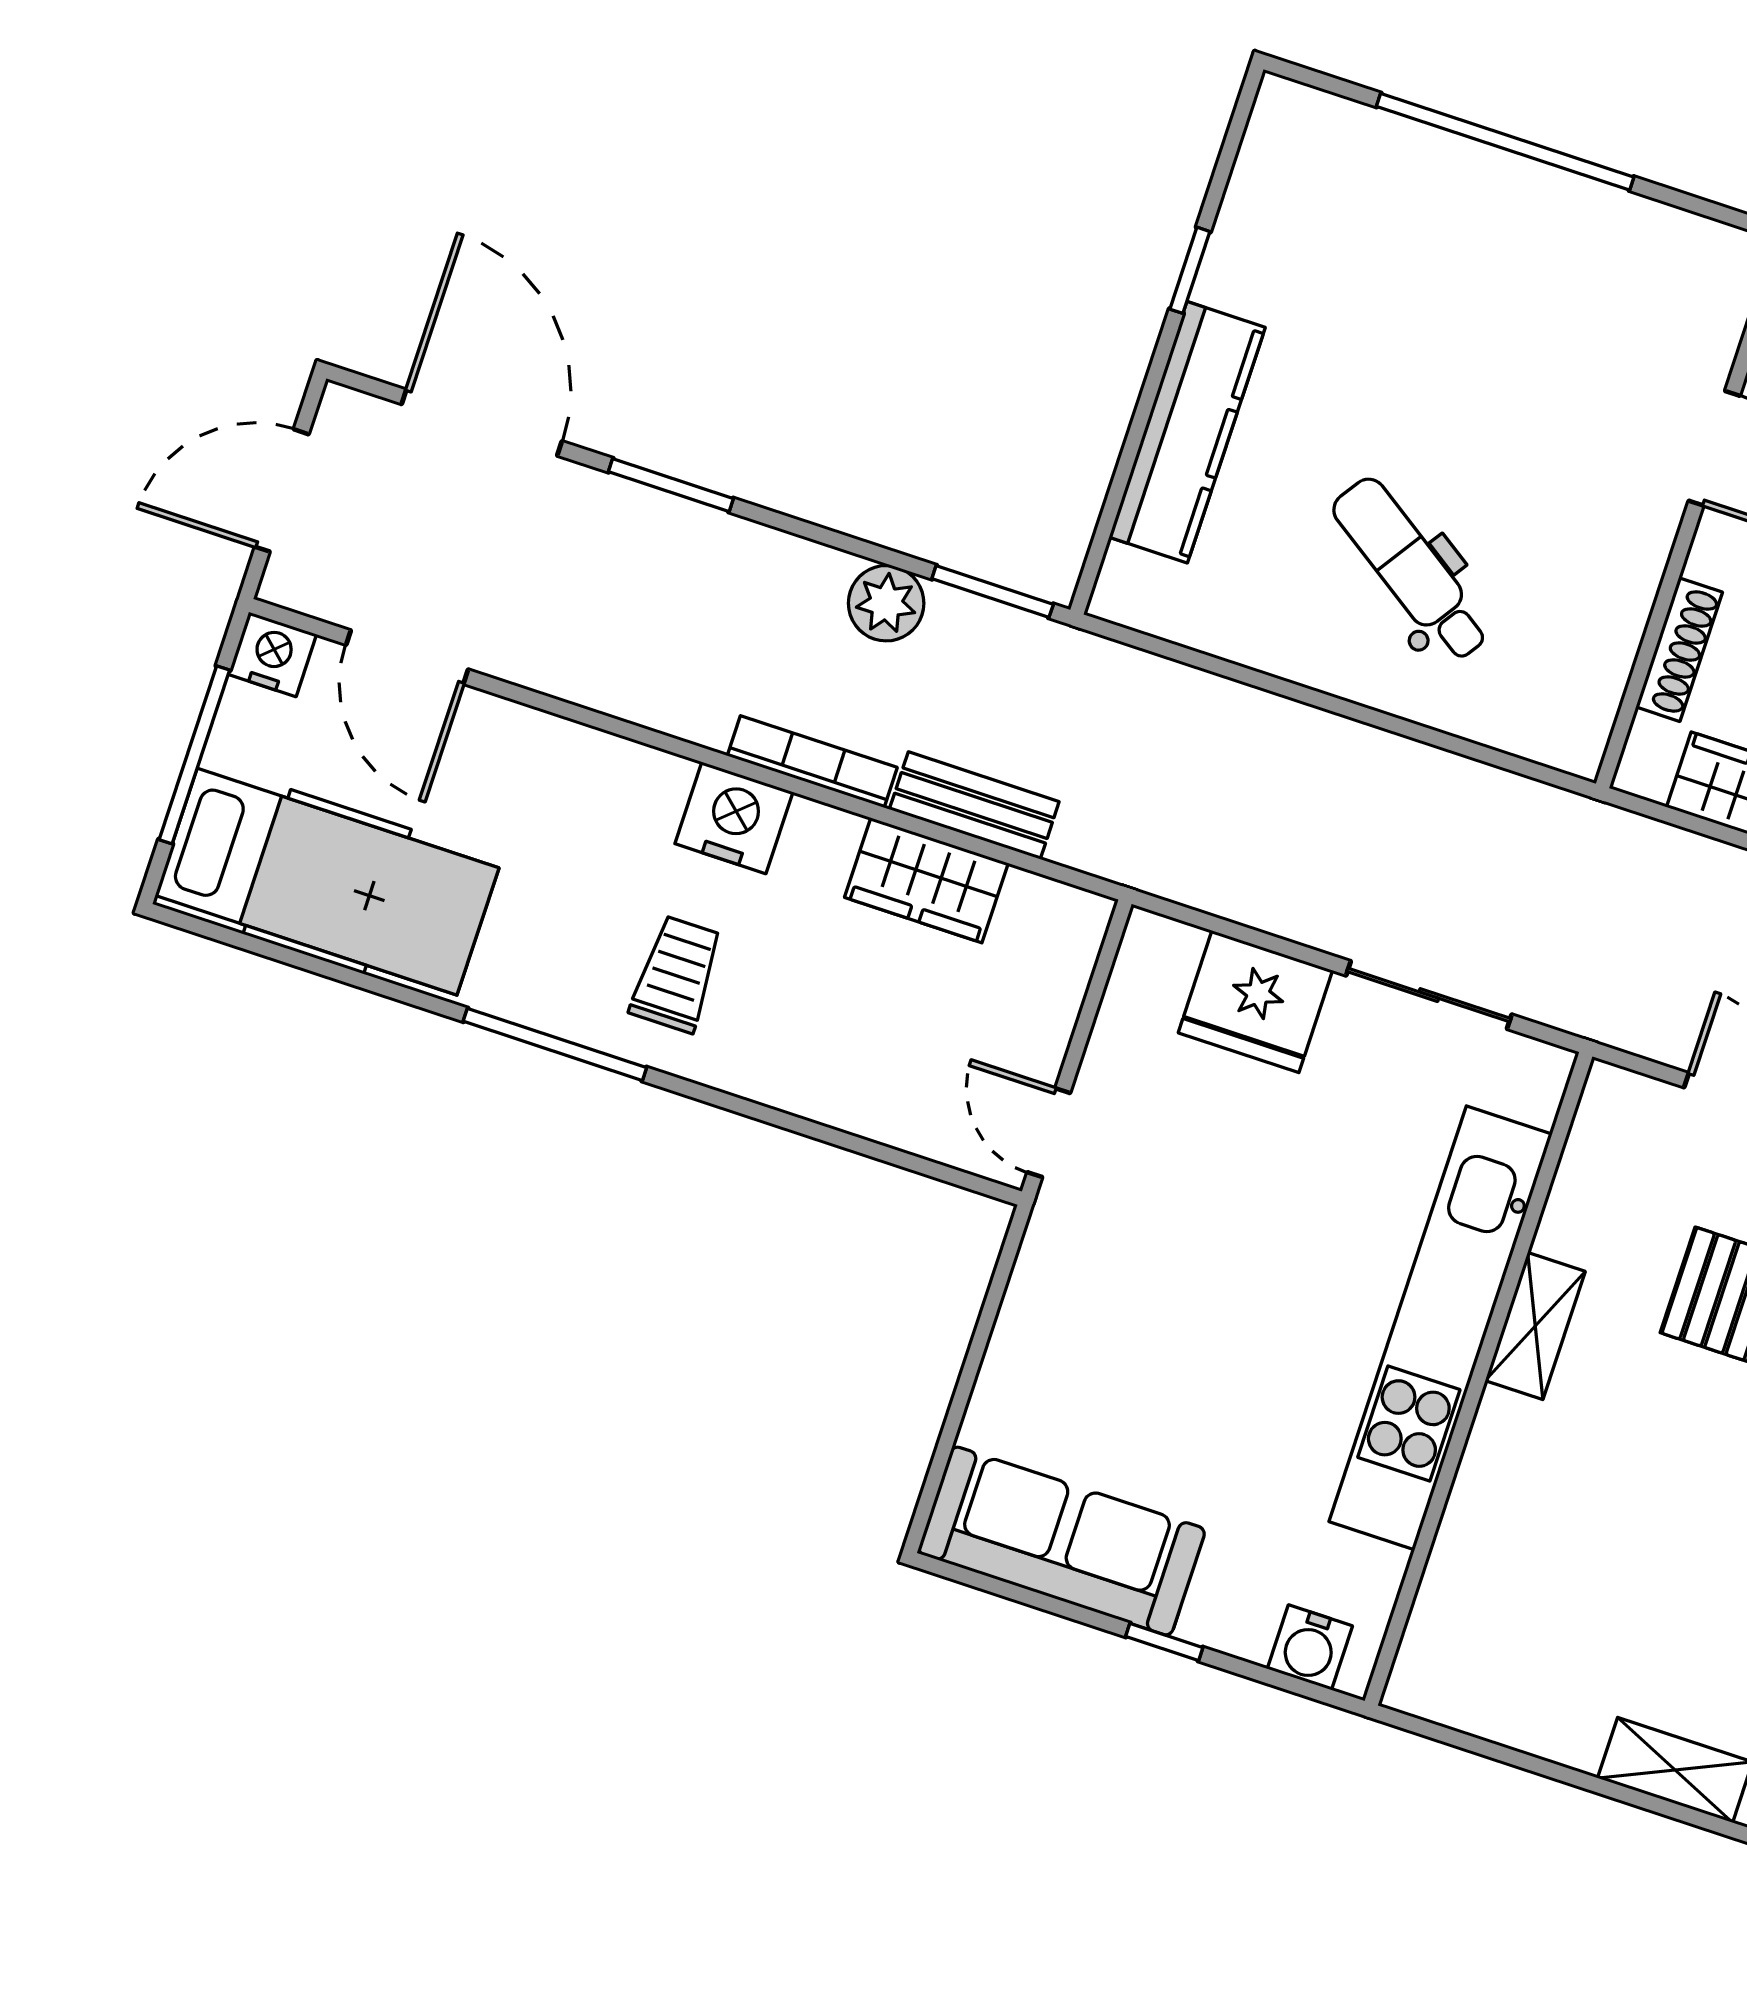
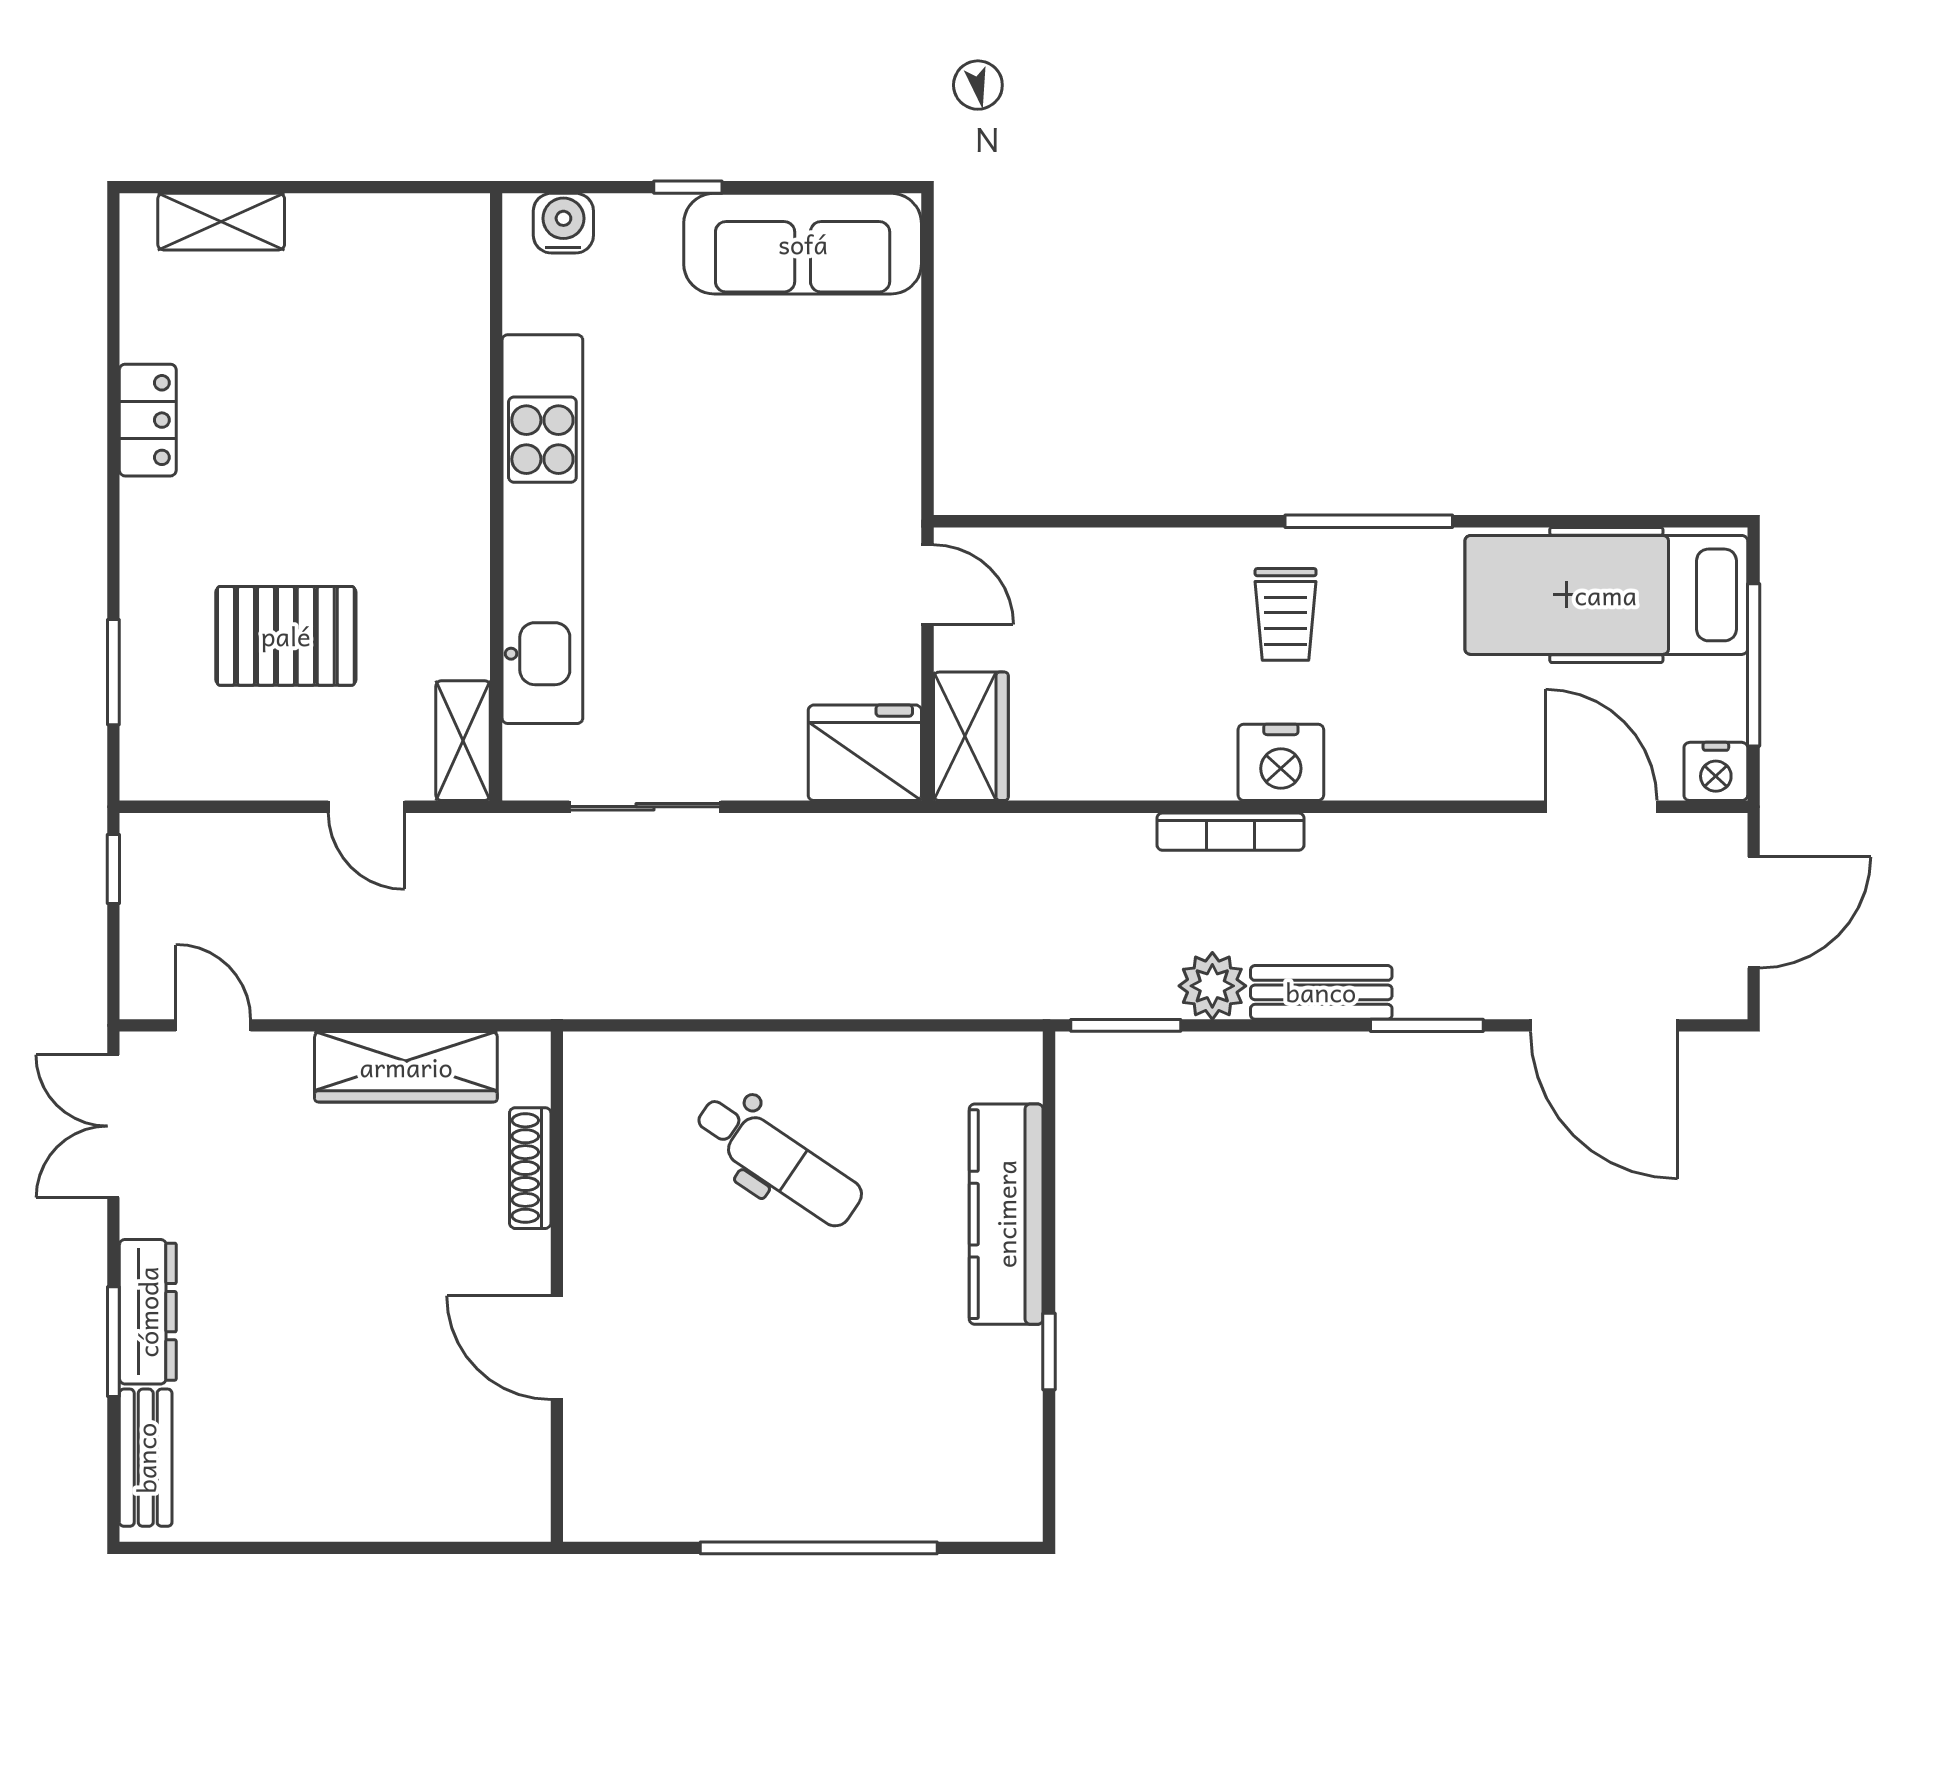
bench: (974, 806) -> (1321, 992), moved
wardrobe: (926, 880) -> (971, 736), moved, turned 90
fridge: (1255, 1002) -> (865, 753), moved
shelving: (1535, 1326) -> (463, 741), moved

